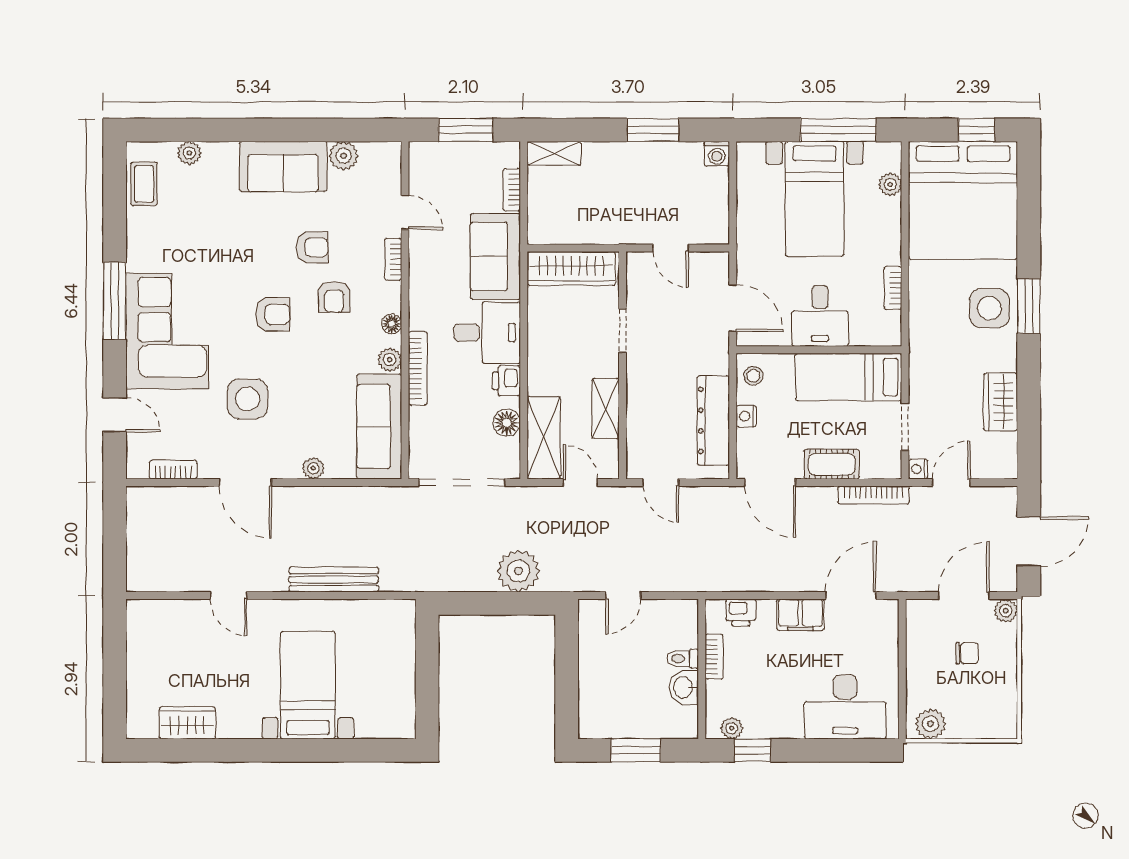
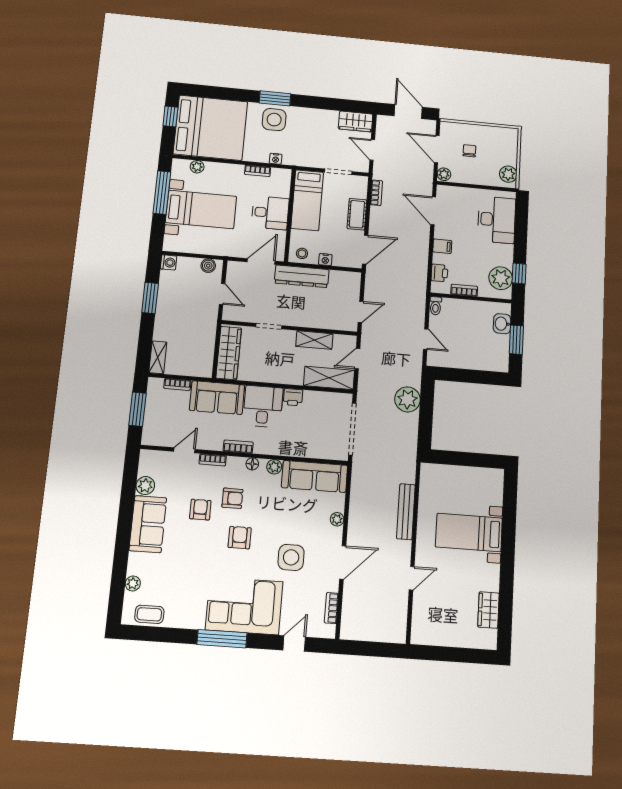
boiler: (717, 220) -> (208, 266), added
door: (671, 248) -> (222, 294), hinge flipped
bookcase: (418, 368) -> (238, 447), moved, width x0.64
wardrobe: (1001, 402) -> (356, 121), moved
dresser: (713, 420) -> (302, 276), moved
floor lamp: (507, 423) -> (318, 399), removed
nightstand: (918, 469) -> (276, 159), moved
bookcase: (874, 495) -> (376, 193), width x0.64
plant: (1006, 611) -> (444, 174), moved
filing cabinet: (800, 615) -> (442, 246), width x0.50
toilet: (683, 659) -> (436, 306), moved
washbasin: (684, 688) -> (502, 324), moved, turned 90
plant: (732, 728) -> (501, 278), width x1.87, depth x1.87

